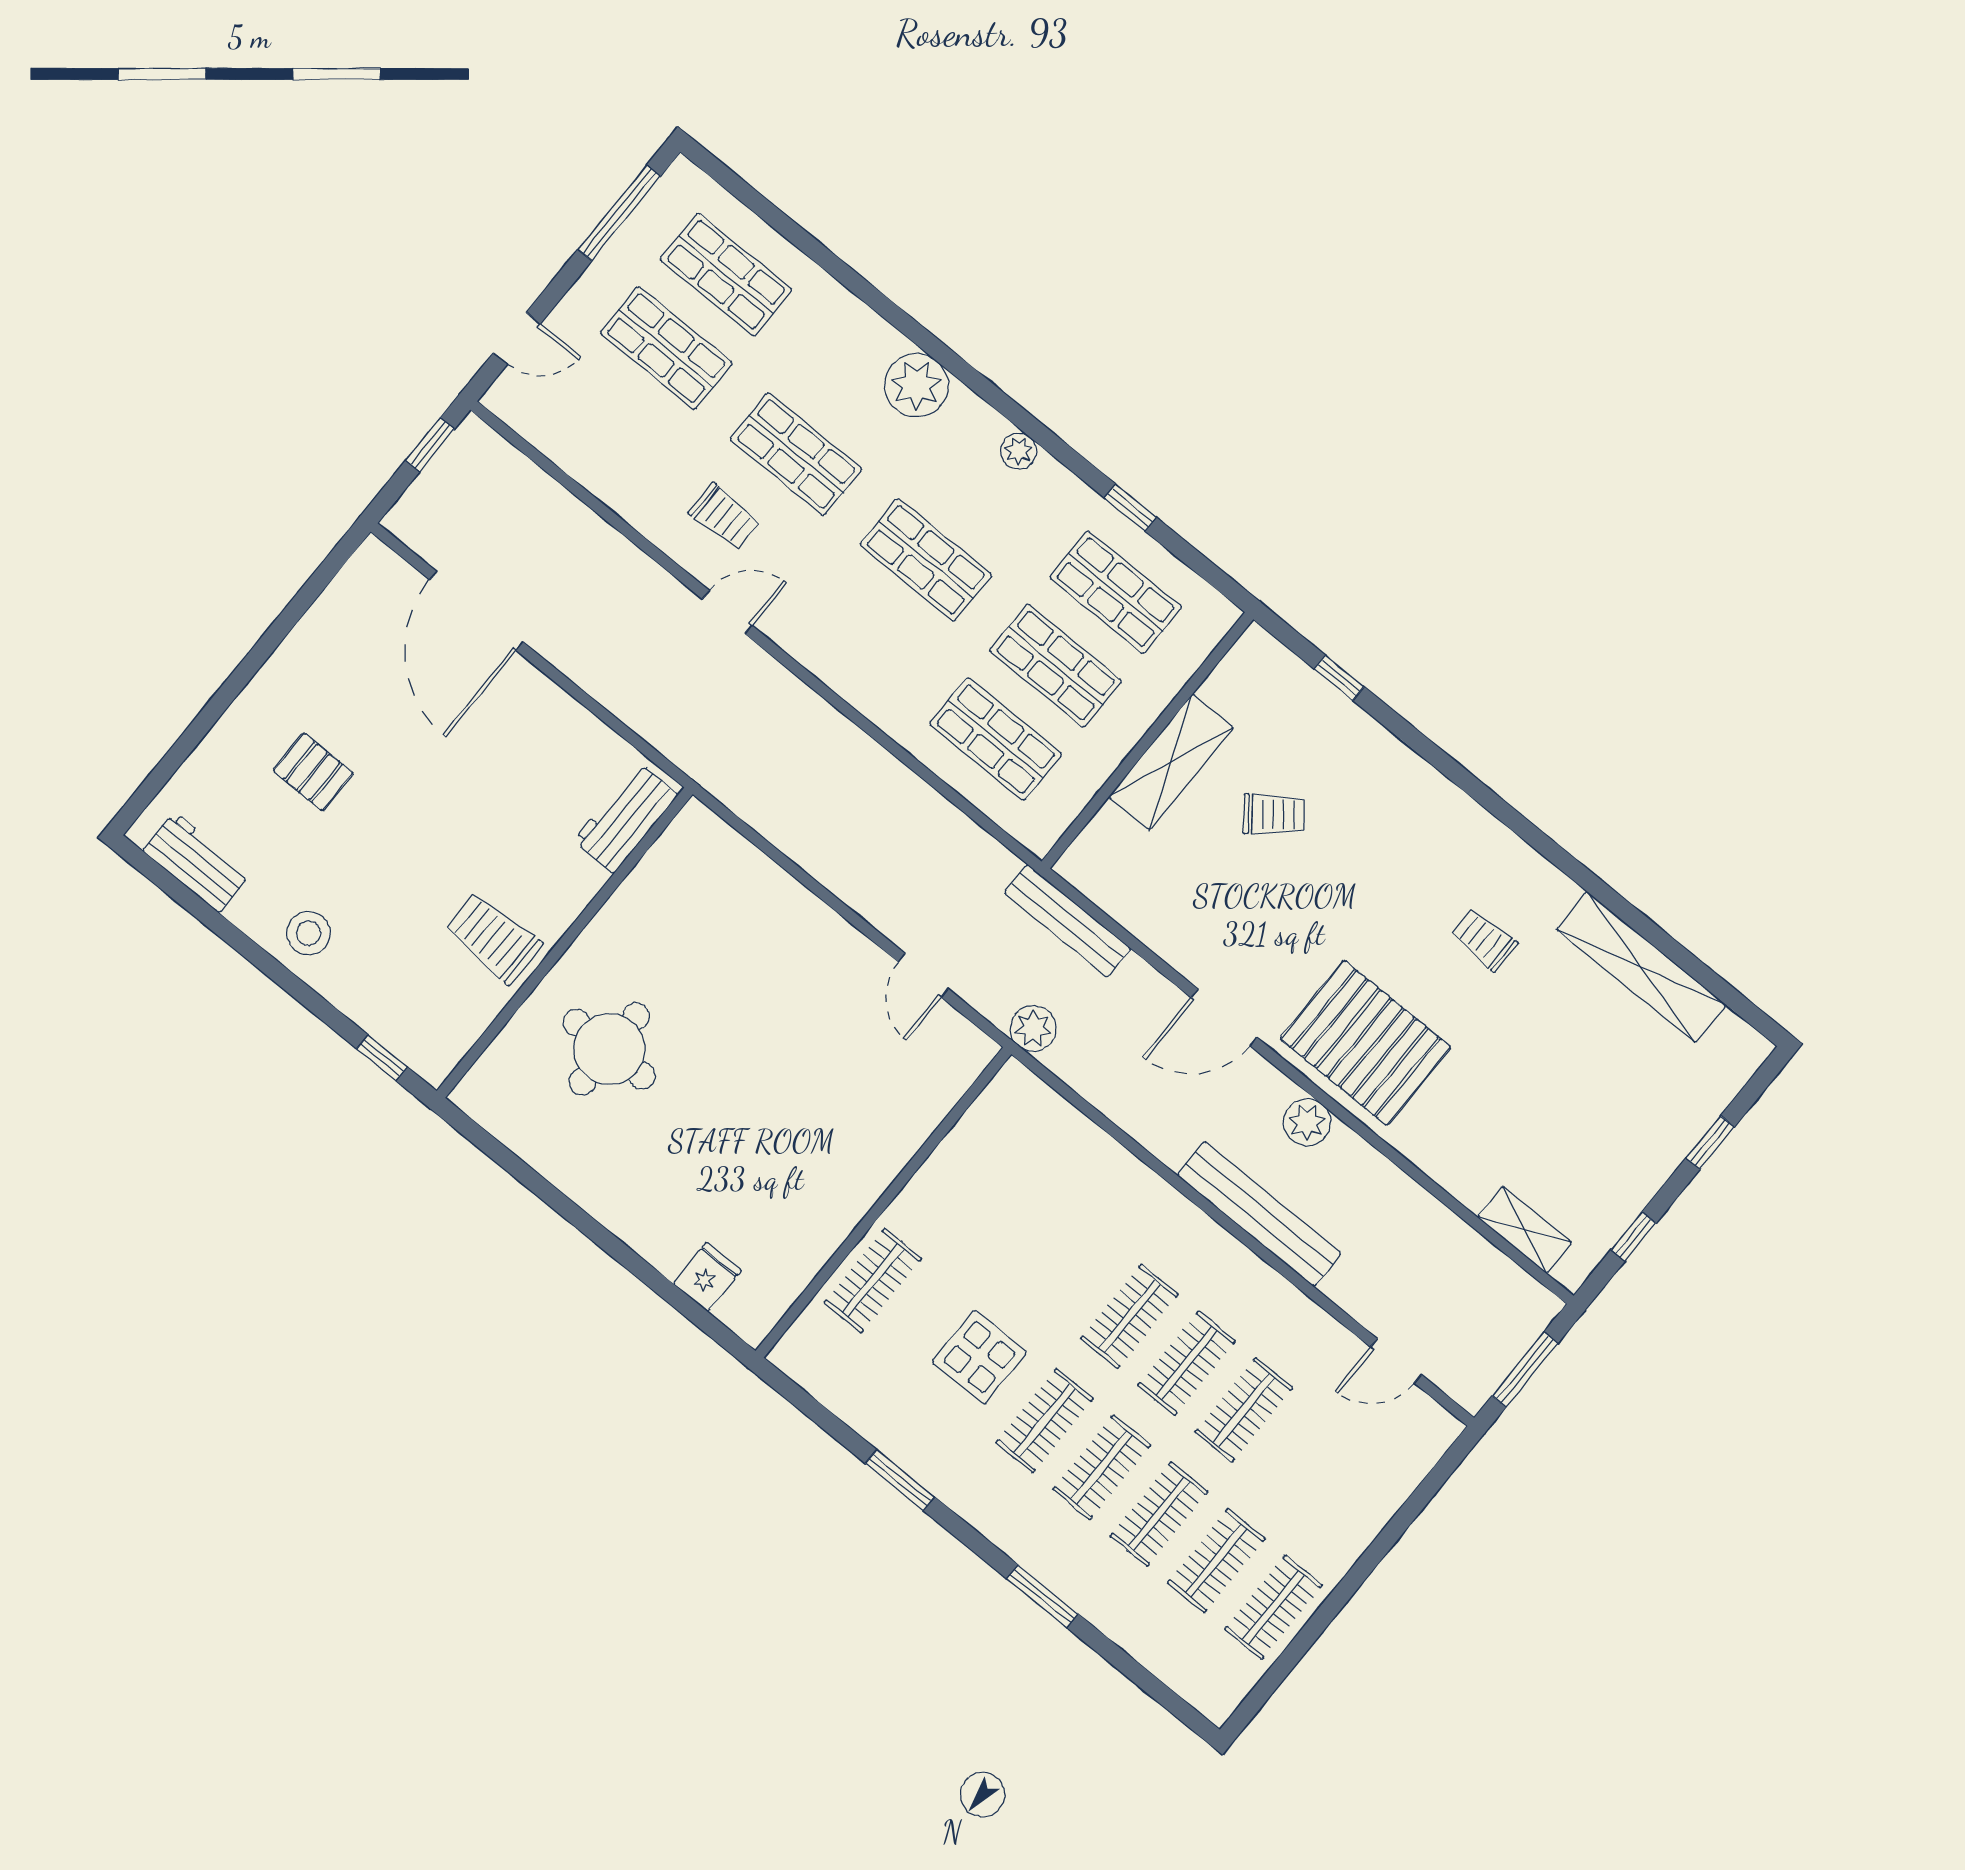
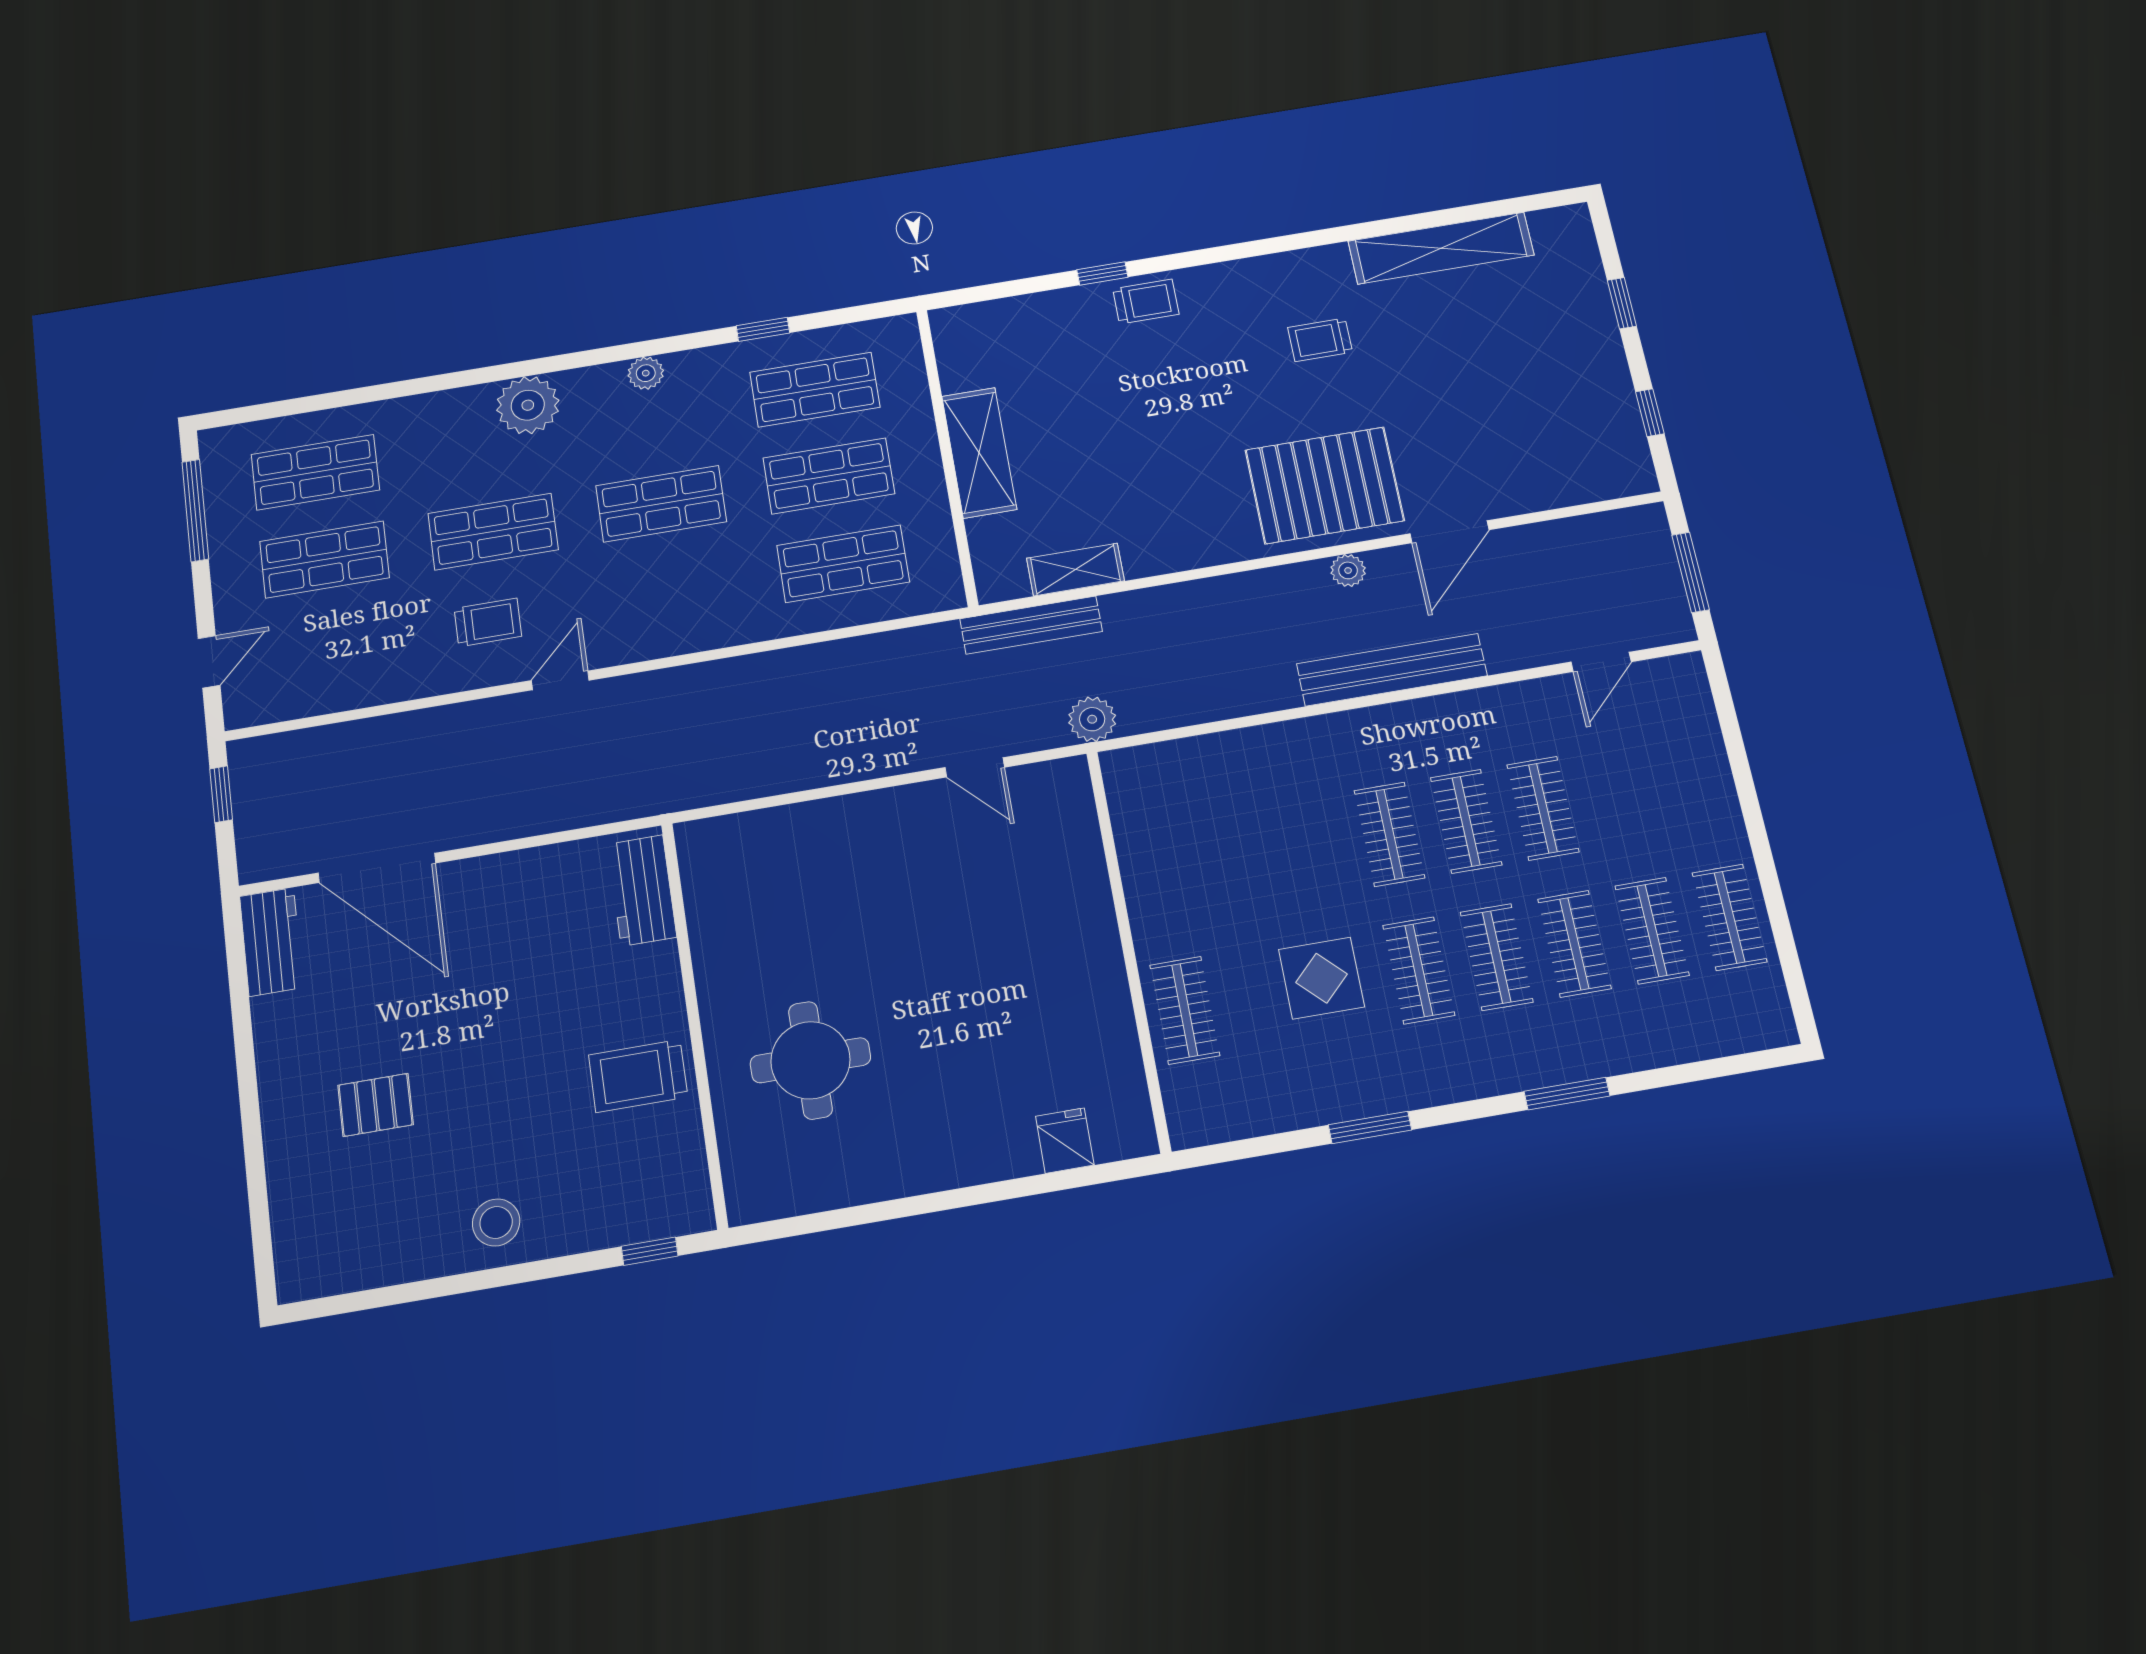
window: (1339, 678) -> (1102, 274), moved
trolley: (1274, 814) -> (1146, 302), moved, turned 38
workbench: (197, 862) -> (271, 942), moved, turned 90
door: (1224, 1017) -> (1449, 532), moved
plant: (1307, 1122) -> (1348, 570), width x0.73, depth x0.73
shelving: (1525, 1230) -> (1075, 570), moved

